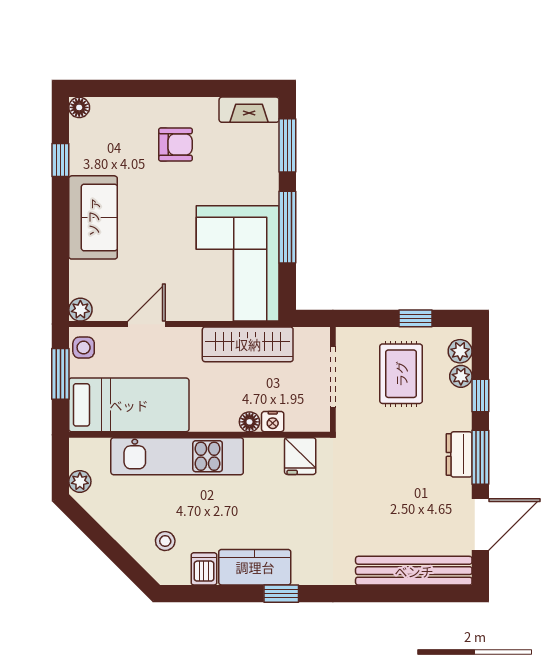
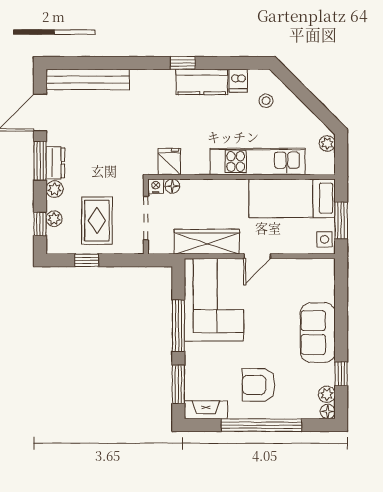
window: (172, 88) -> (261, 425), added
armchair: (175, 145) -> (259, 385), width x1.38, depth x1.38
plant: (80, 310) -> (327, 394), moved
door: (146, 324) -> (257, 256), moved
plant: (460, 351) -> (55, 189), moved
window: (480, 395) -> (40, 224), moved
floor lamp: (249, 422) -> (172, 186), moved
nightstand: (273, 422) -> (156, 186), moved

